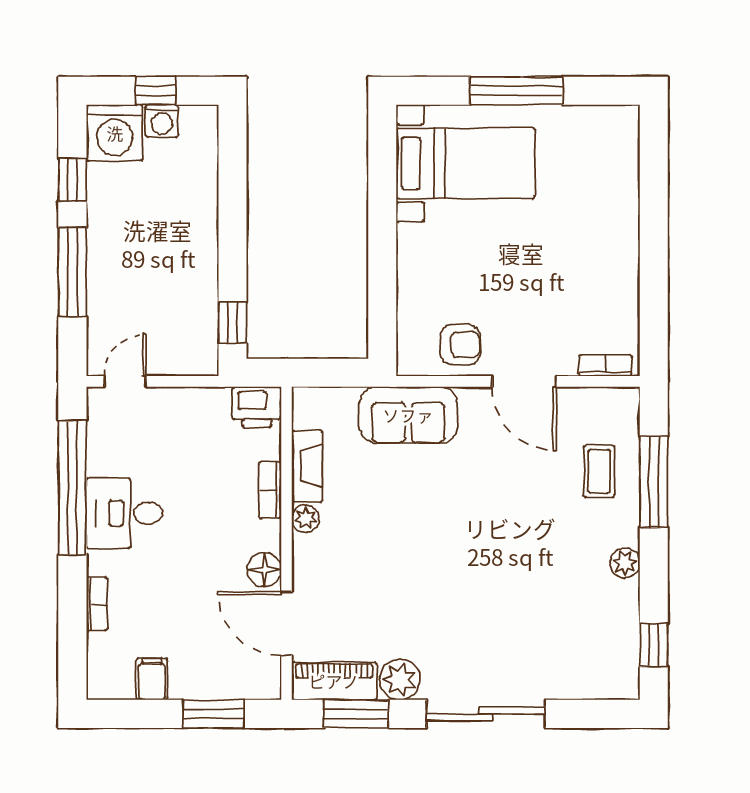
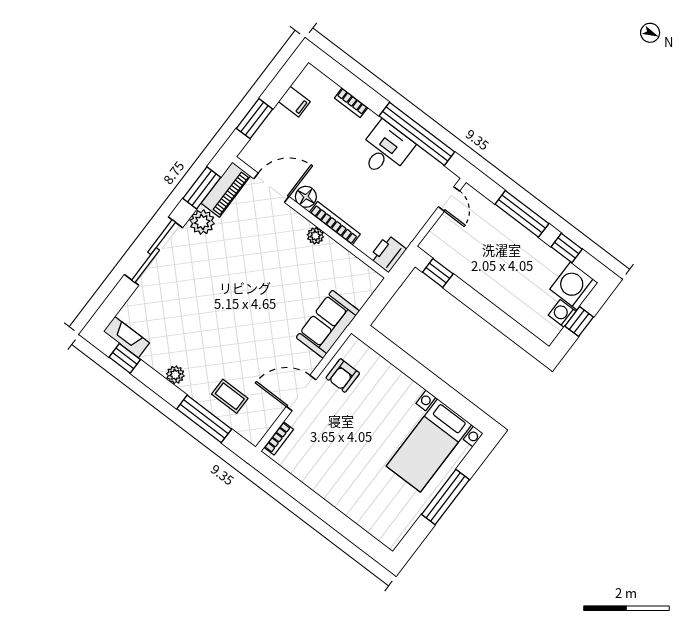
fireplace: (307, 466) -> (126, 337), moved, turned 180
bookcase: (270, 490) -> (335, 223), width x1.56

